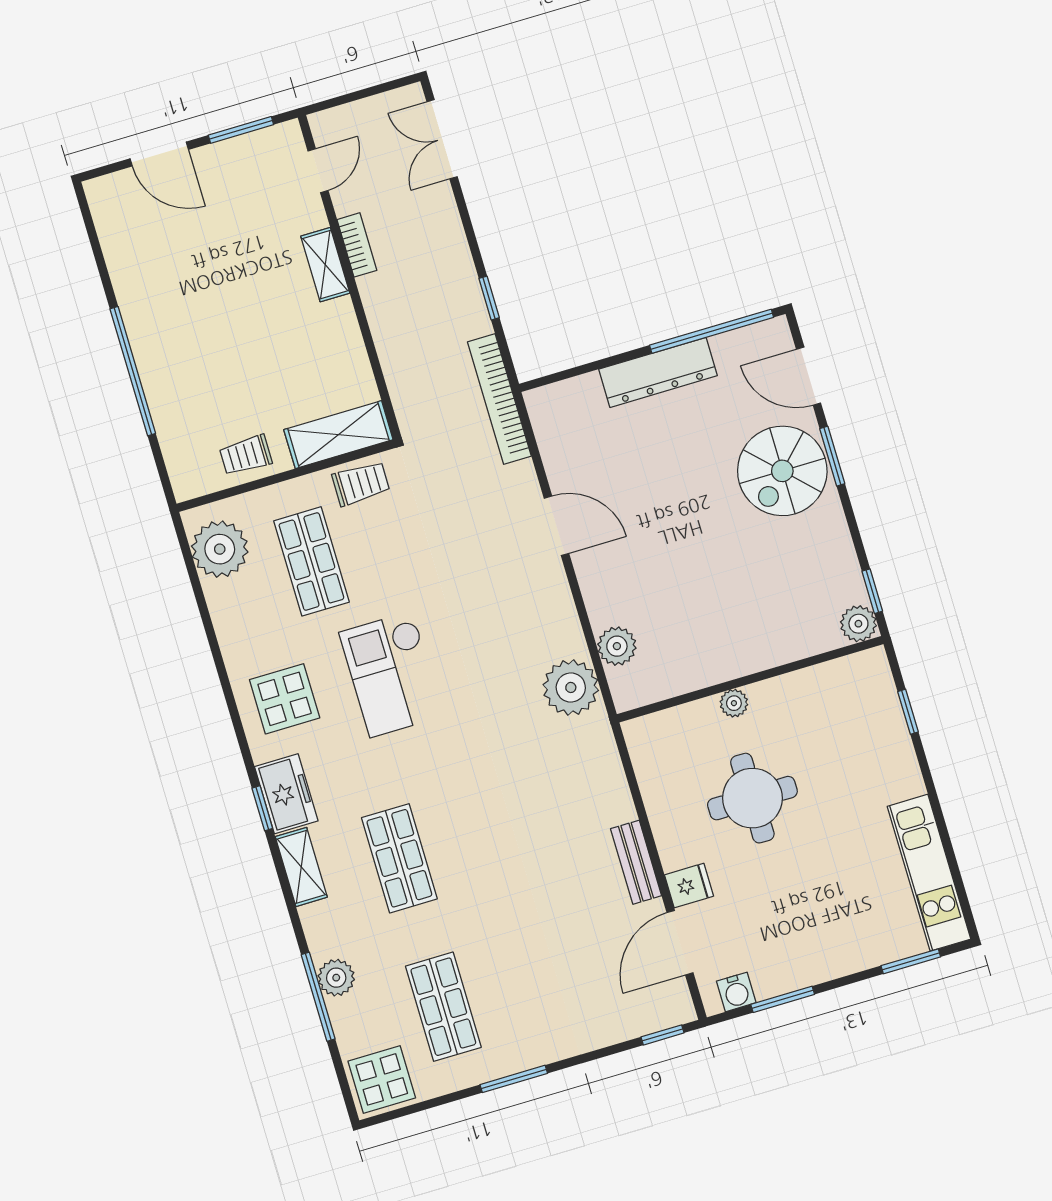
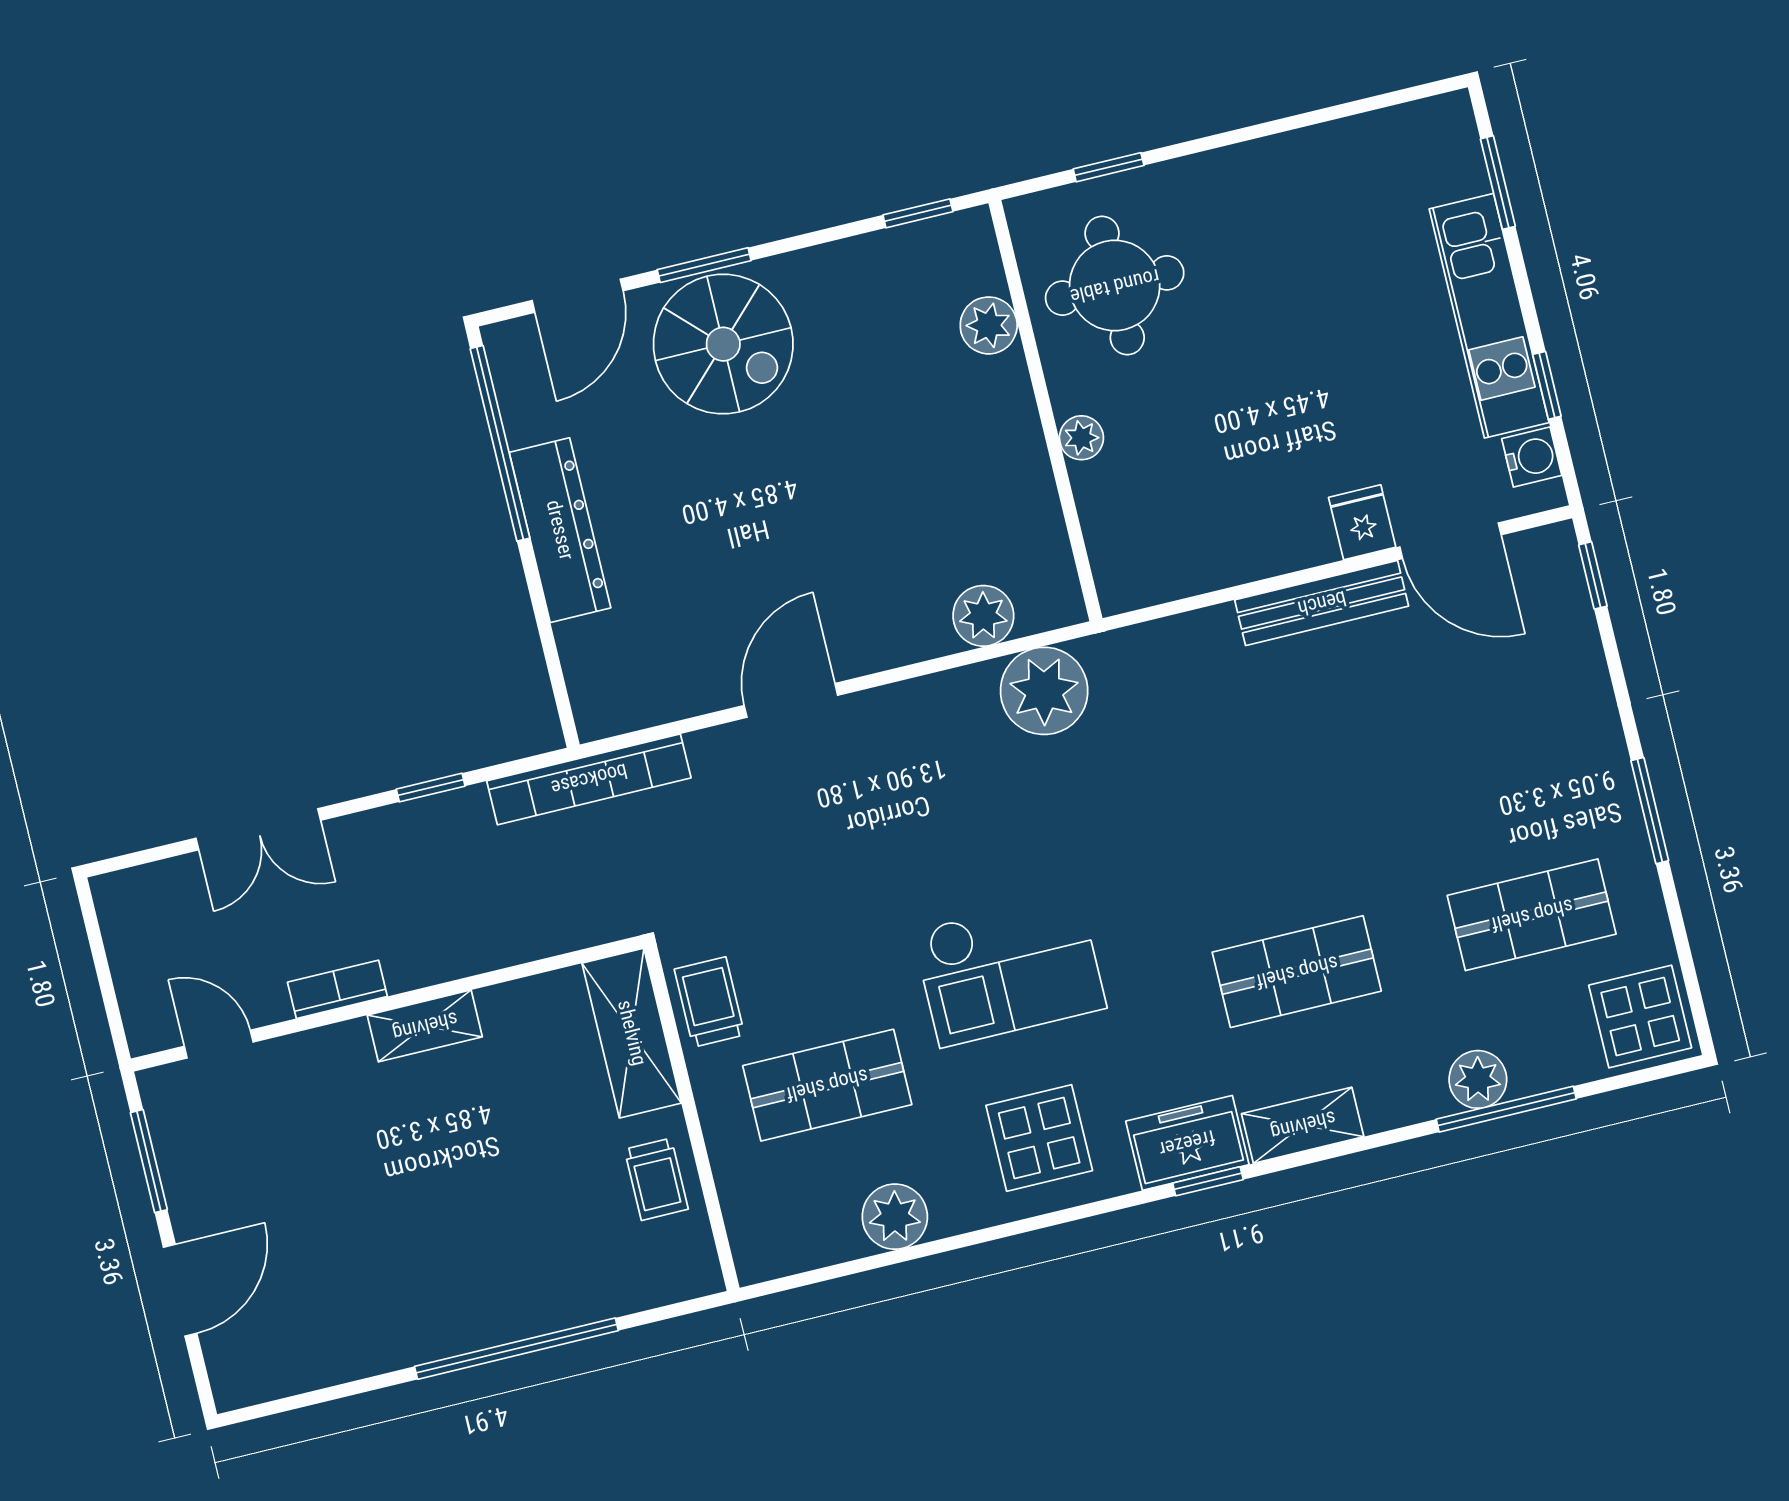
double door: (442, 139) -> (258, 829), moved
shelving: (325, 265) -> (425, 1026), moved
plant: (220, 549) -> (895, 1217), moved, width x0.73, depth x0.73
plant: (858, 624) -> (989, 325), moved
round table: (752, 798) -> (1115, 286), moved
bench: (636, 862) -> (1322, 603), width x1.36
kitchen unit: (929, 873) -> (1489, 316), moved, turned 90
window: (783, 999) -> (1547, 385), width x0.67

